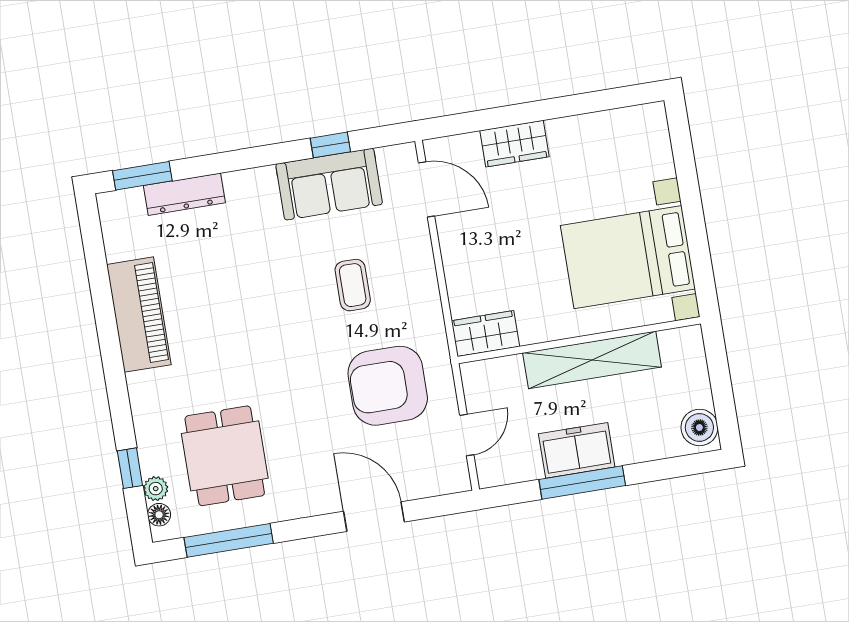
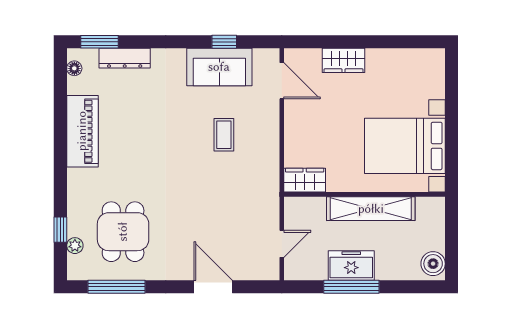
armchair: (388, 386) -> (236, 204), removed
floor lamp: (159, 515) -> (74, 68), moved

